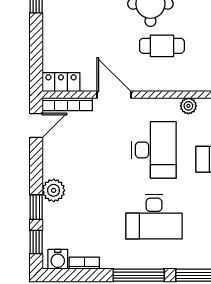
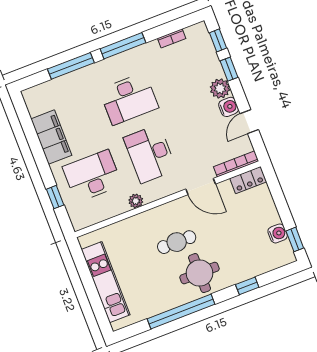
water cooler: (52, 14) -> (278, 233), added
door: (36, 125) -> (249, 122), moved
desk: (154, 217) -> (129, 99), turned 180
water cooler: (58, 259) -> (229, 107), moved, turned 90

